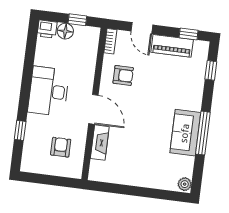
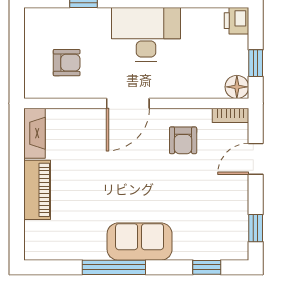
floor lamp: (65, 31) -> (237, 87), moved
piano: (172, 46) -> (37, 190), moved, turned 180
sofa: (185, 133) -> (140, 242), moved
fireplace: (100, 143) -> (34, 133), moved, turned -90
plant: (185, 184) -> (36, 250), removed

